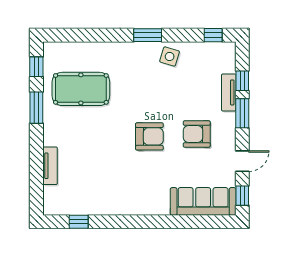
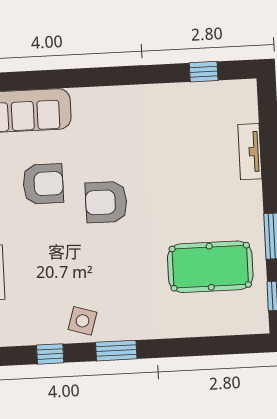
window: (213, 35) -> (50, 354), moved
armchair: (197, 134) -> (43, 184), moved

